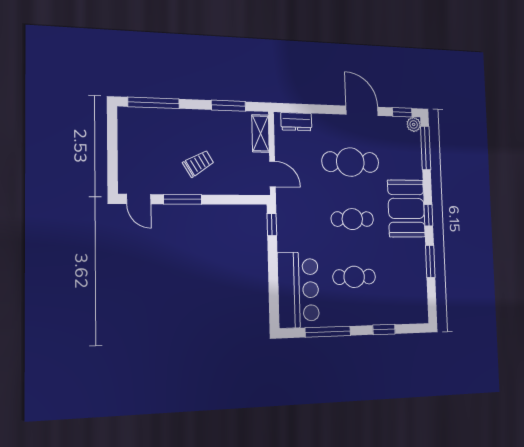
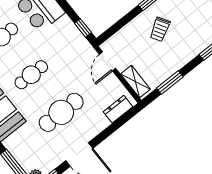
door: (272, 174) -> (108, 61), hinge flipped

